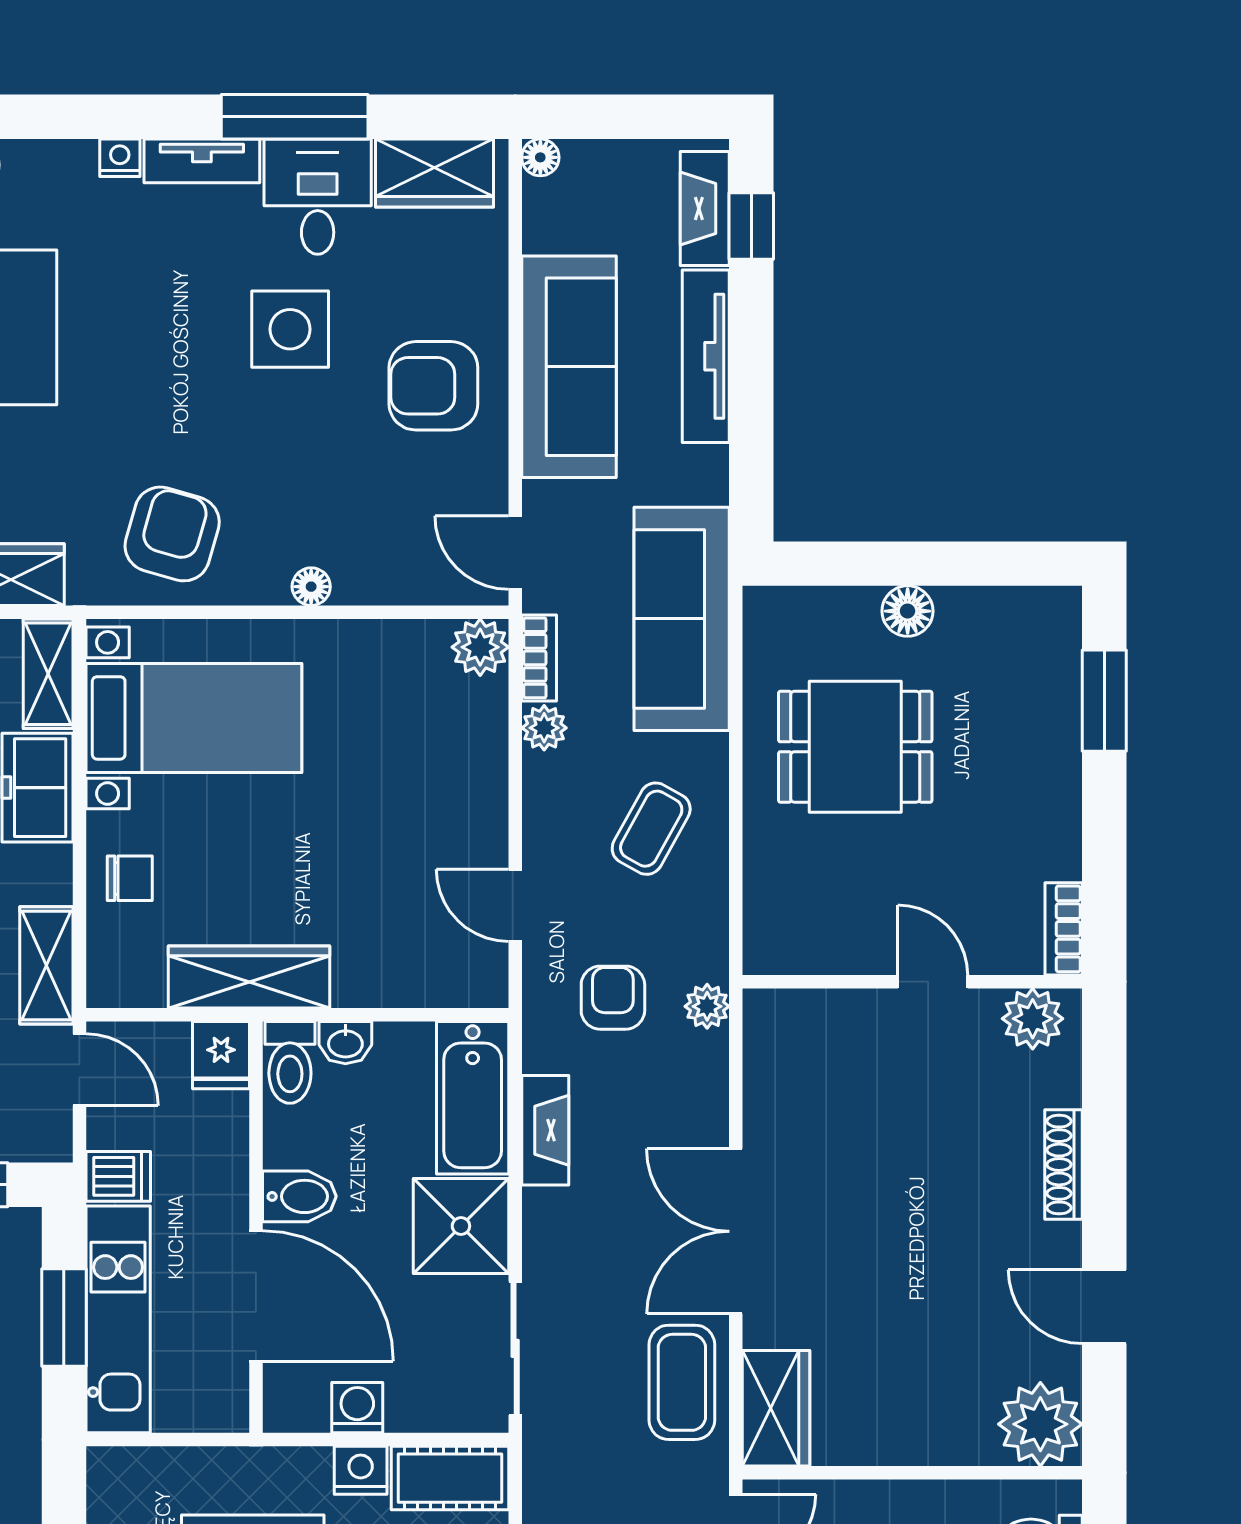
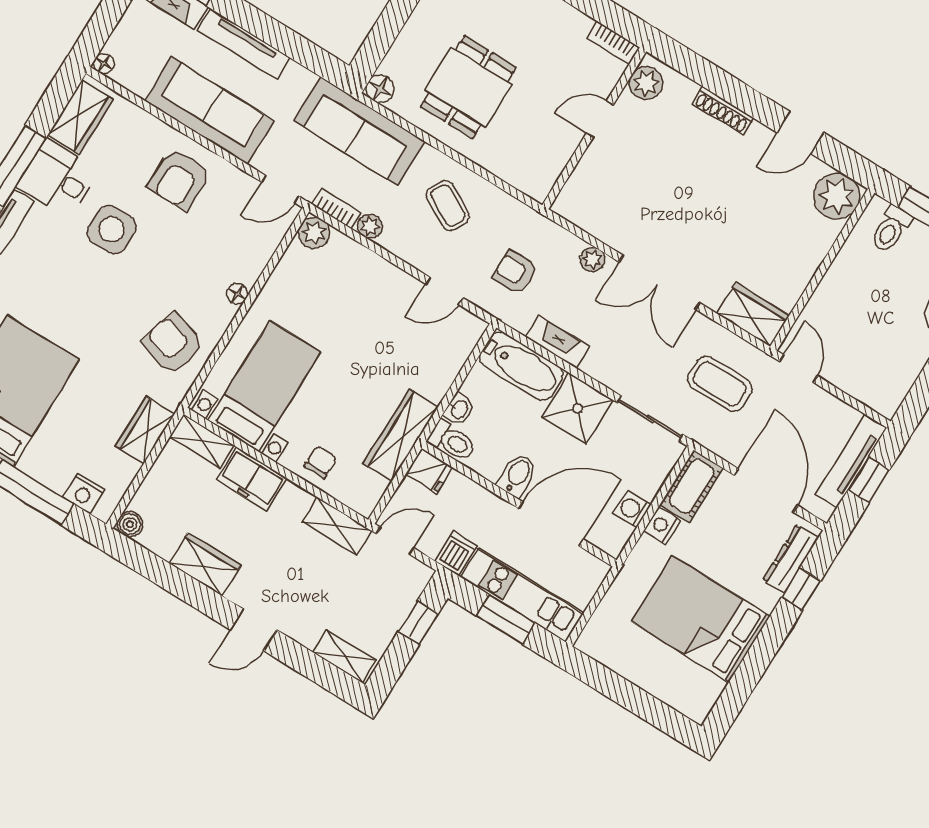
floor lamp: (908, 611) -> (380, 89), moved
plant: (707, 1006) -> (592, 259), moved
coffee table: (682, 1382) -> (720, 384), moved

